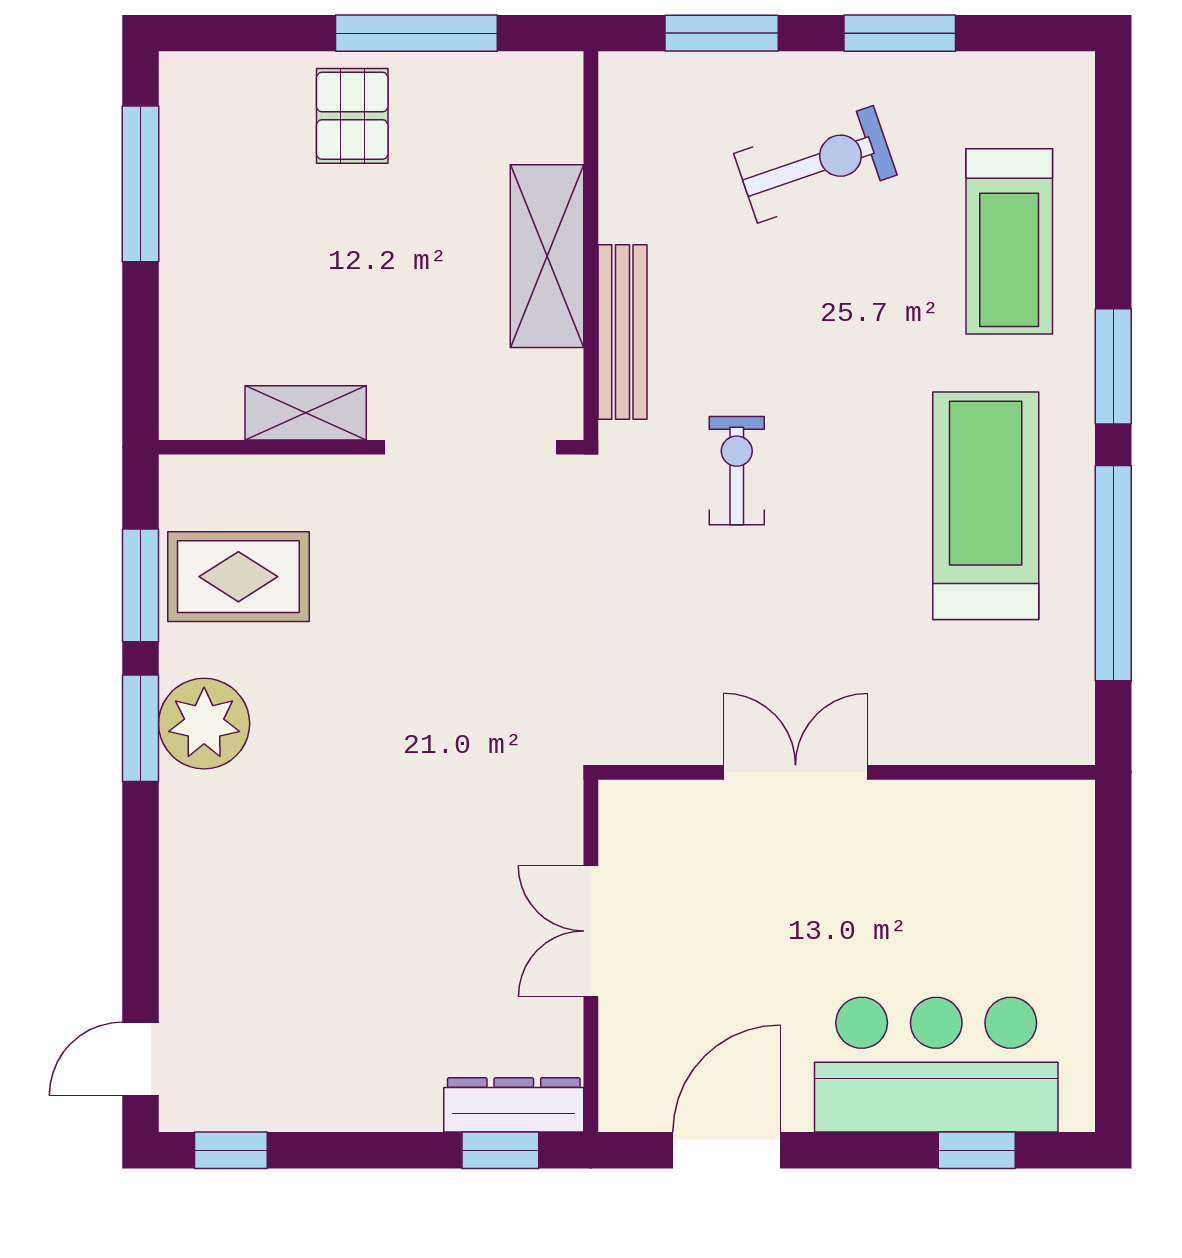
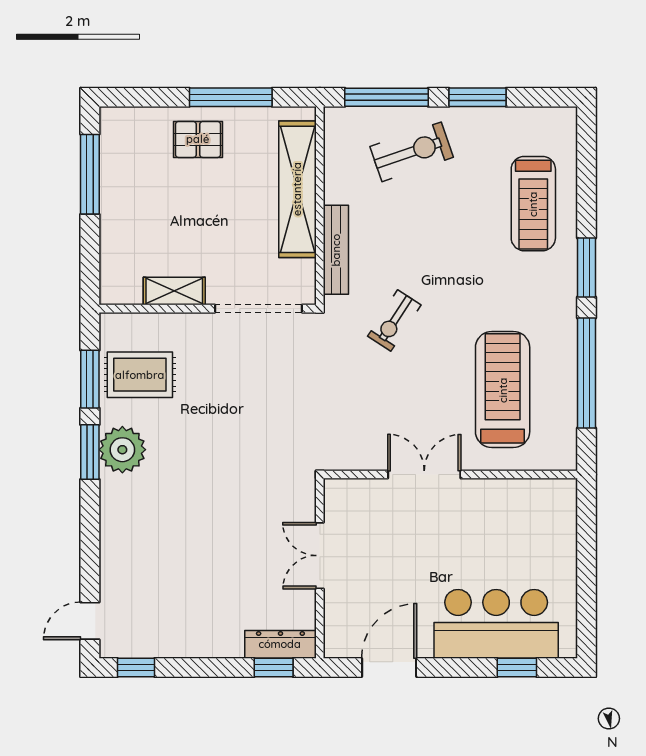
window: (722, 33) -> (387, 97), width x1.44
pallet: (352, 116) -> (198, 139), turned 90
exercise bike: (815, 164) -> (412, 152), moved
shelving: (547, 256) -> (297, 189), width x1.47
exercise bike: (737, 471) -> (394, 321), turned -147
treadmill: (986, 506) -> (503, 390), moved

